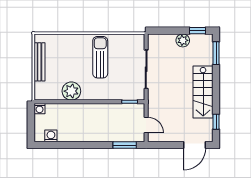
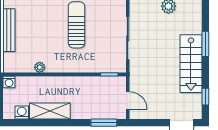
window: (216, 53) -> (205, 44), moved
plant: (71, 91) -> (40, 67), width x0.53, depth x0.53
shelving: (76, 135) -> (50, 111), added

